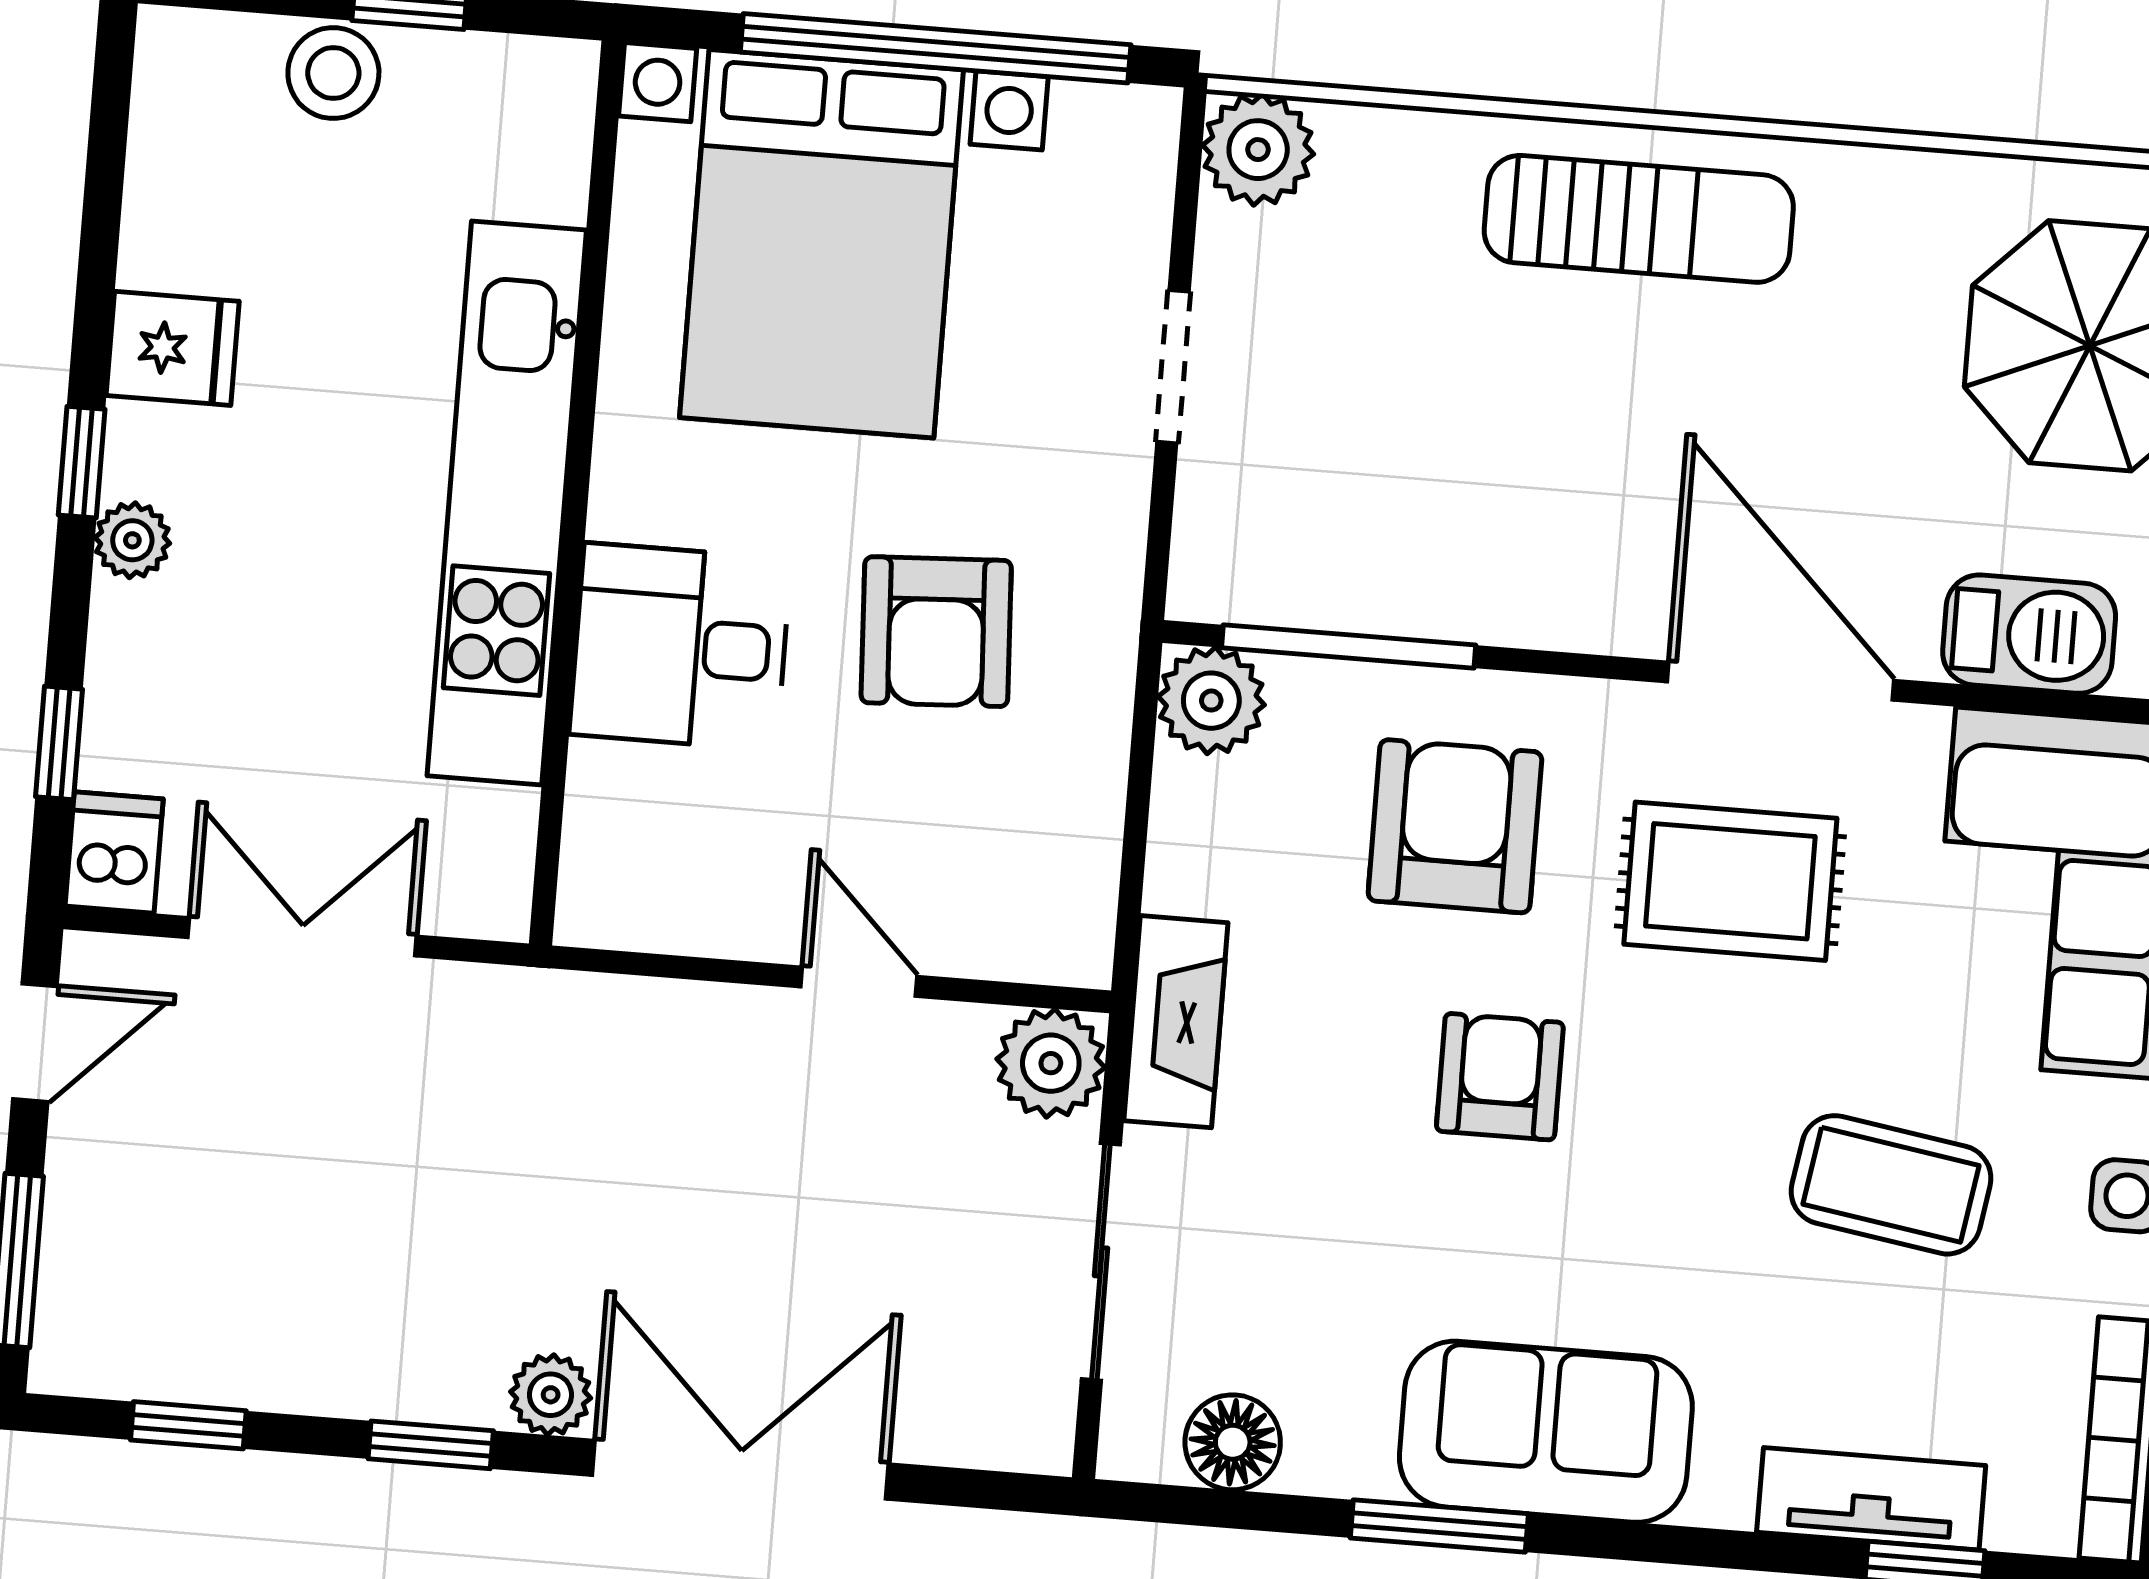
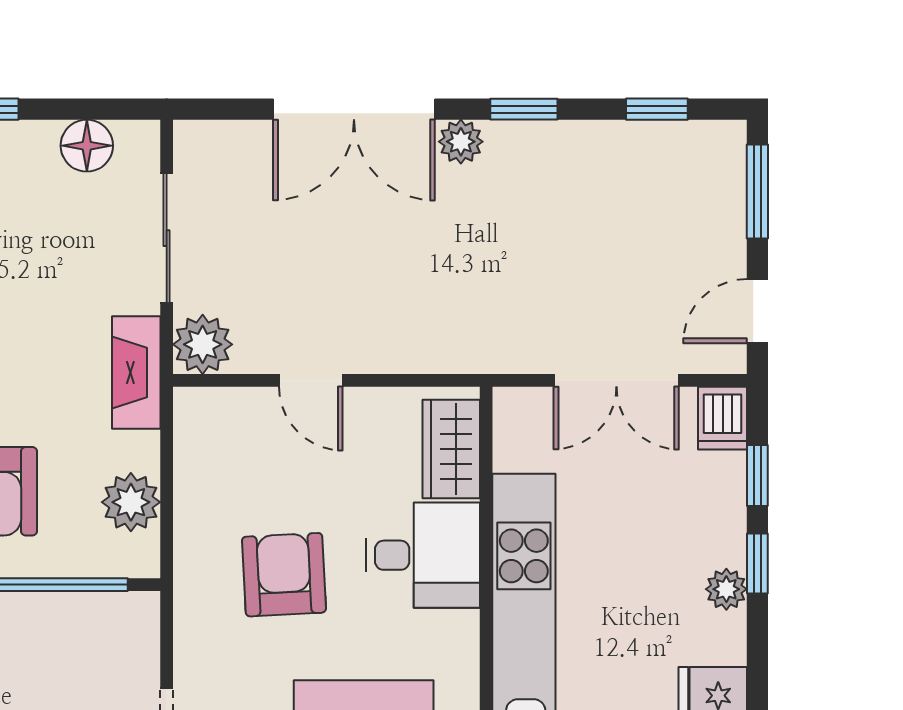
window: (82, 462) -> (757, 564), moved
plant: (1211, 701) -> (131, 502), moved
wardrobe: (613, 836) -> (451, 449), added

